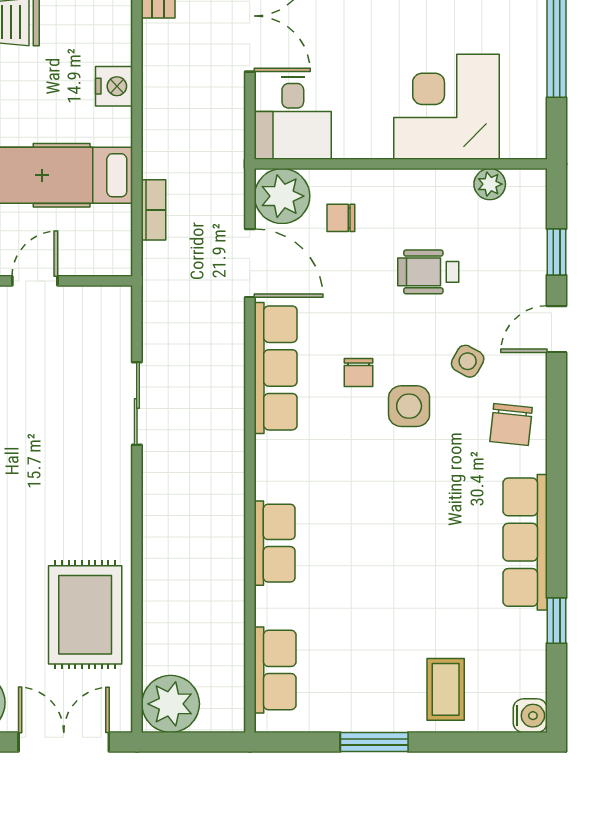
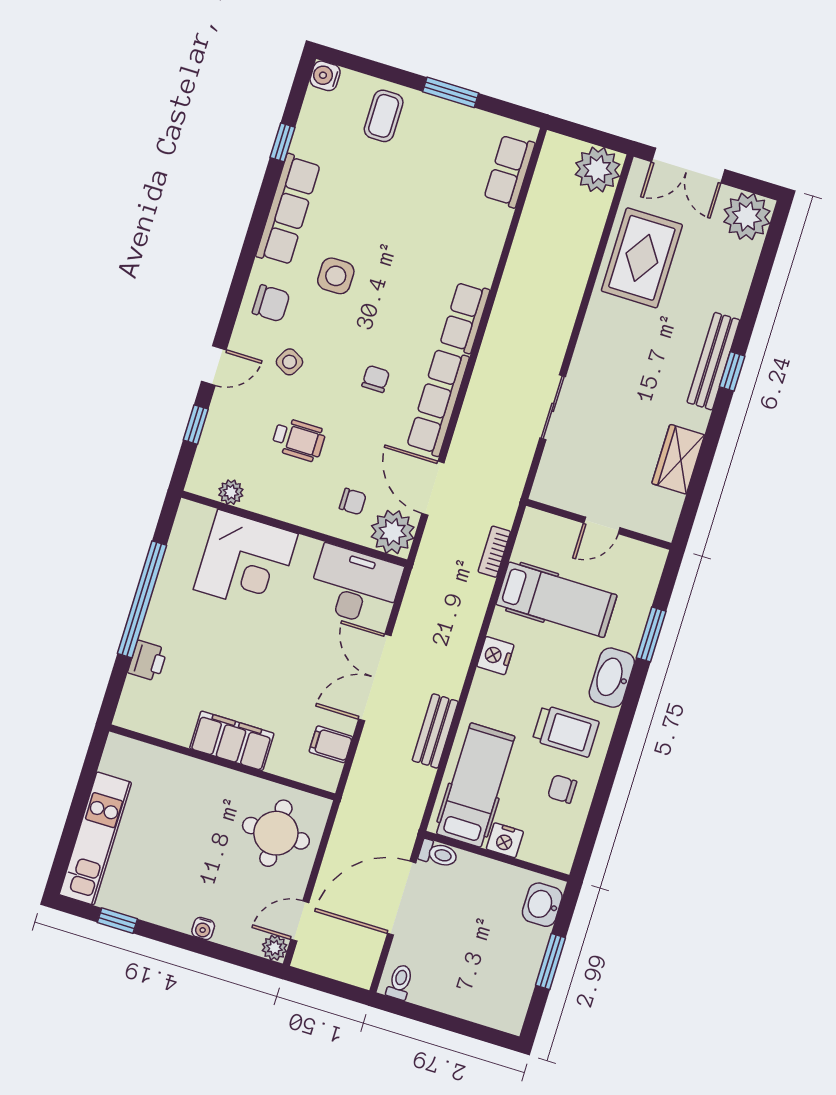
desk: (293, 118) -> (355, 586), width x1.37
side table: (409, 406) -> (336, 276), moved
chair: (511, 424) -> (271, 303), turned 84
row of seats: (275, 543) -> (465, 317), moved

